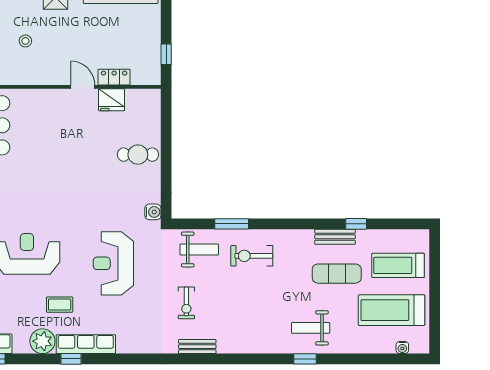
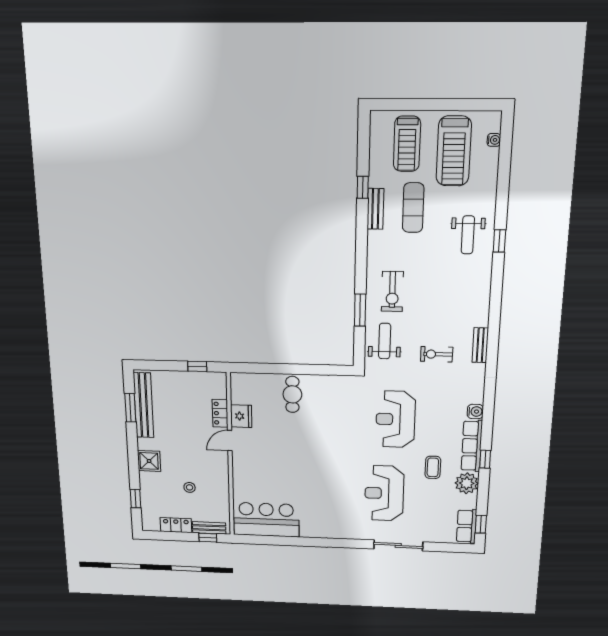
water cooler: (153, 212) -> (475, 412), moved, turned 90
reception desk: (113, 263) -> (396, 419), turned 90
exercise bike: (186, 303) -> (437, 354), turned 180

